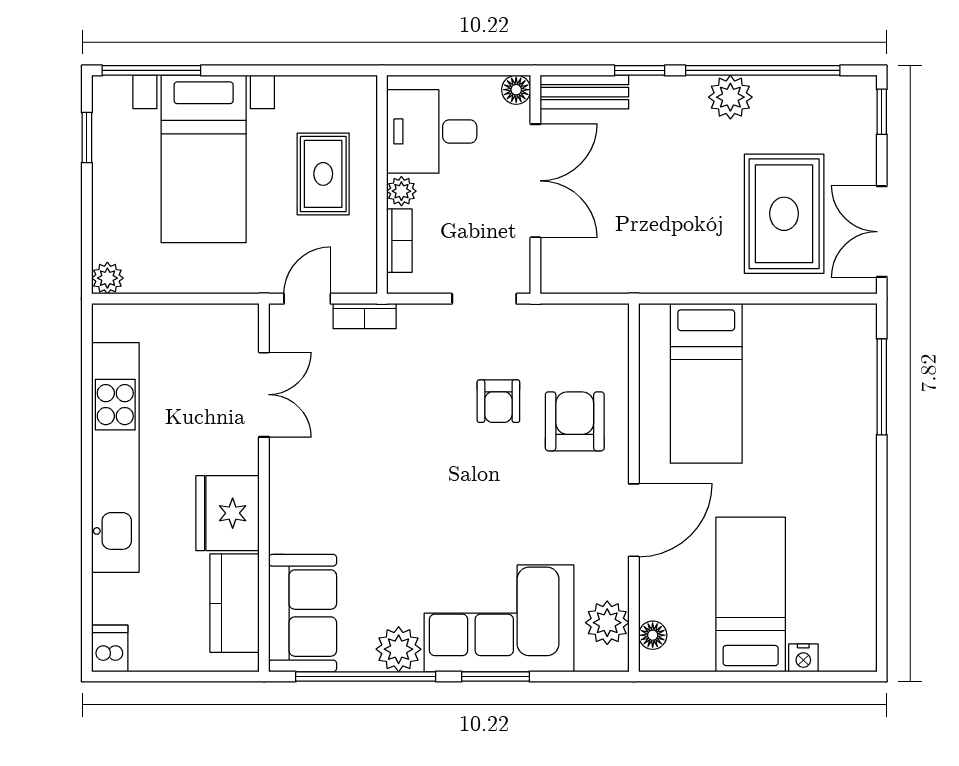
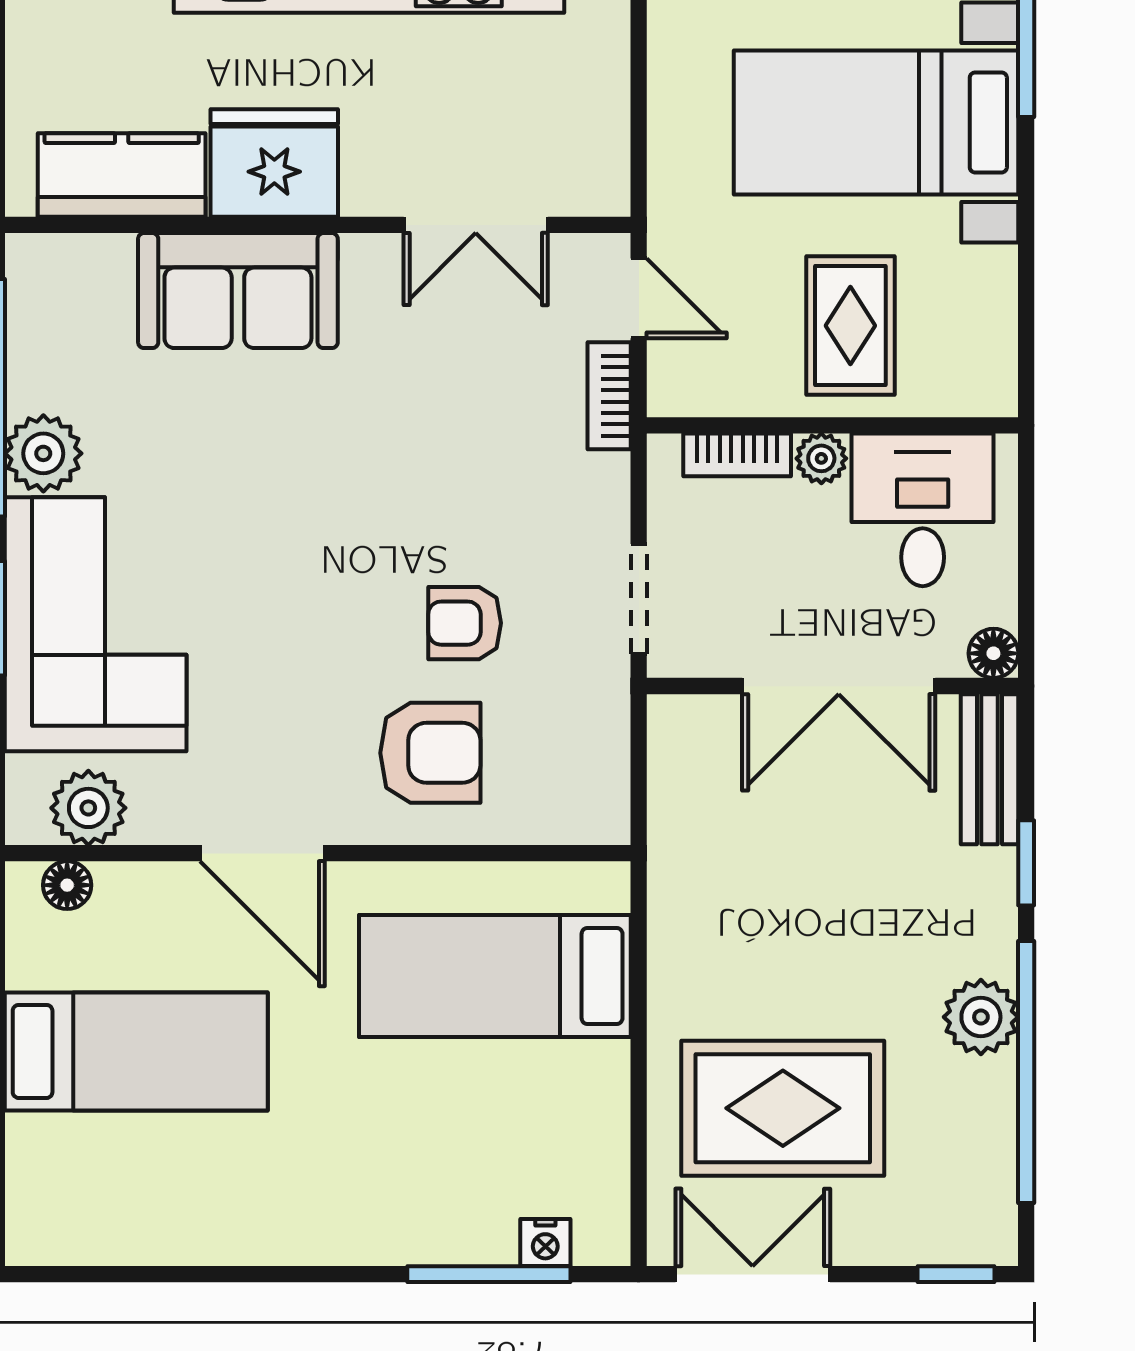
rug: (323, 174) -> (850, 326), turned 90
sofa: (303, 613) -> (238, 291), moved
nightstand: (803, 658) -> (545, 1243), moved, turned -90

